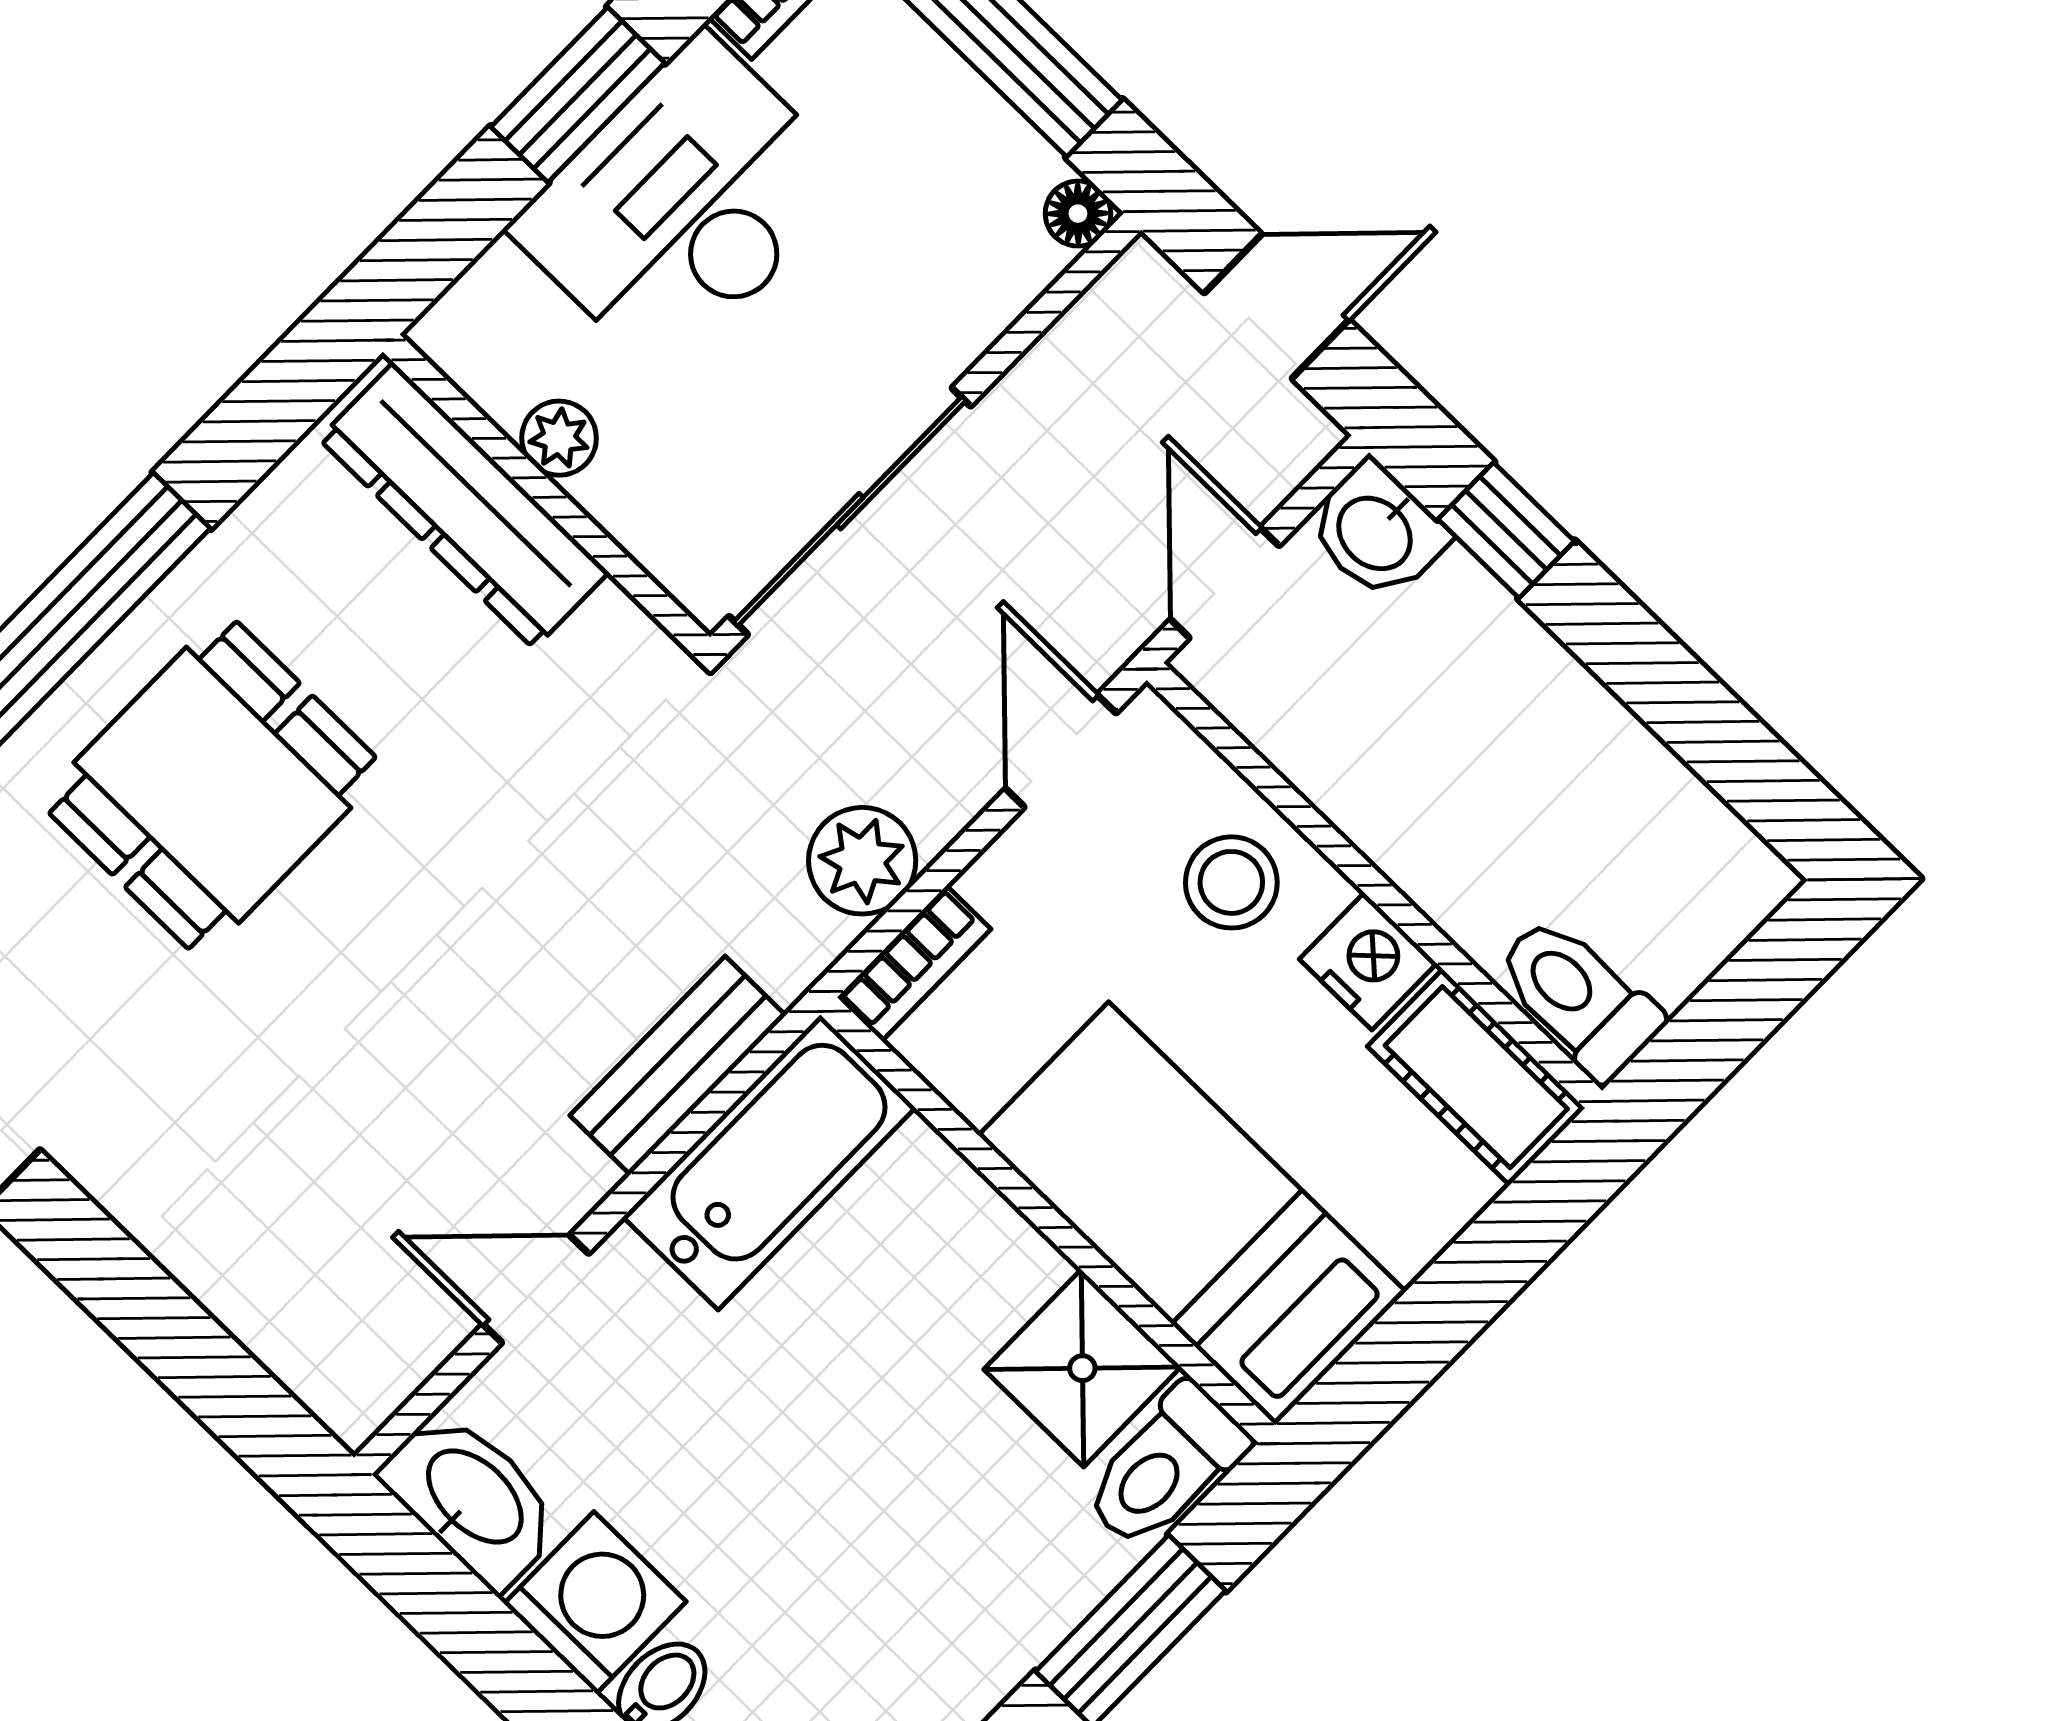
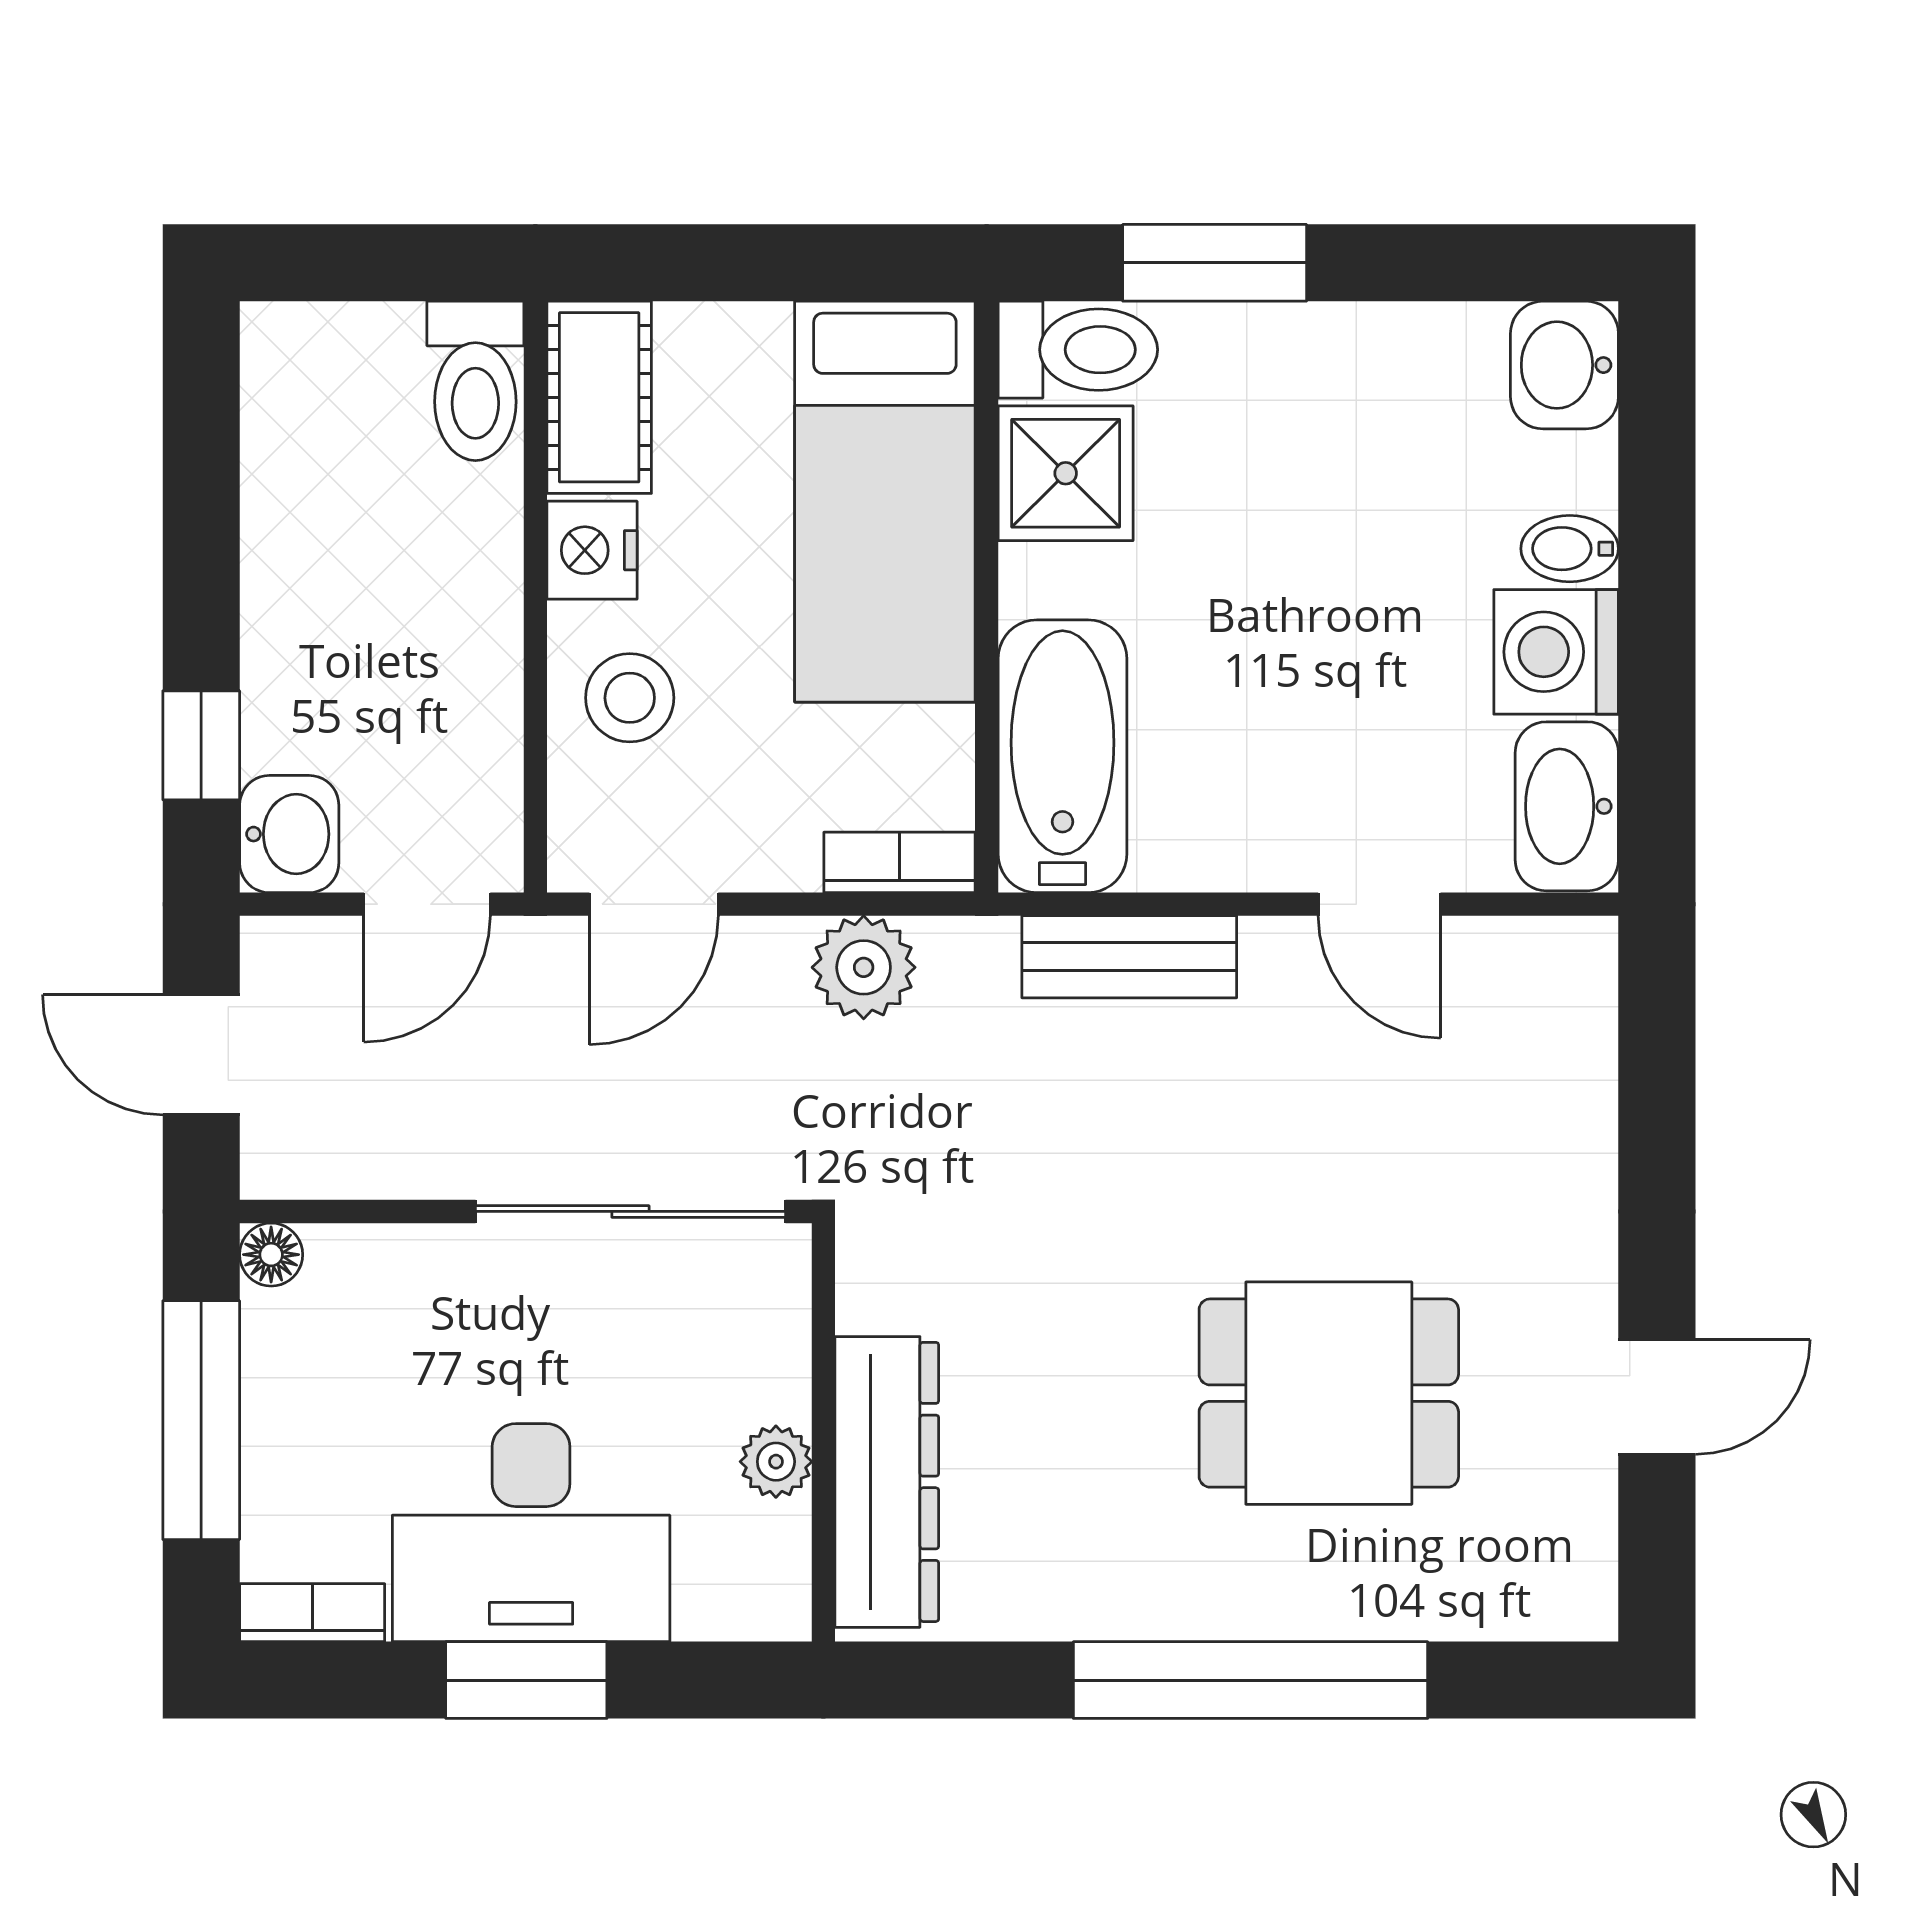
dining table: (212, 785) -> (1329, 1393), moved
bathtub: (769, 1162) -> (1062, 756), moved, turned 90

